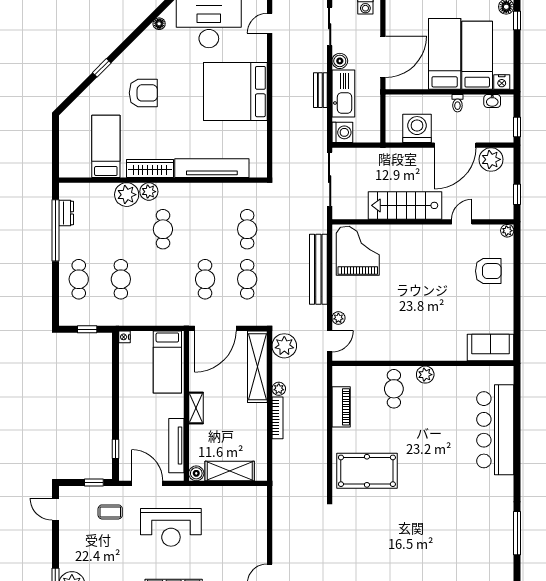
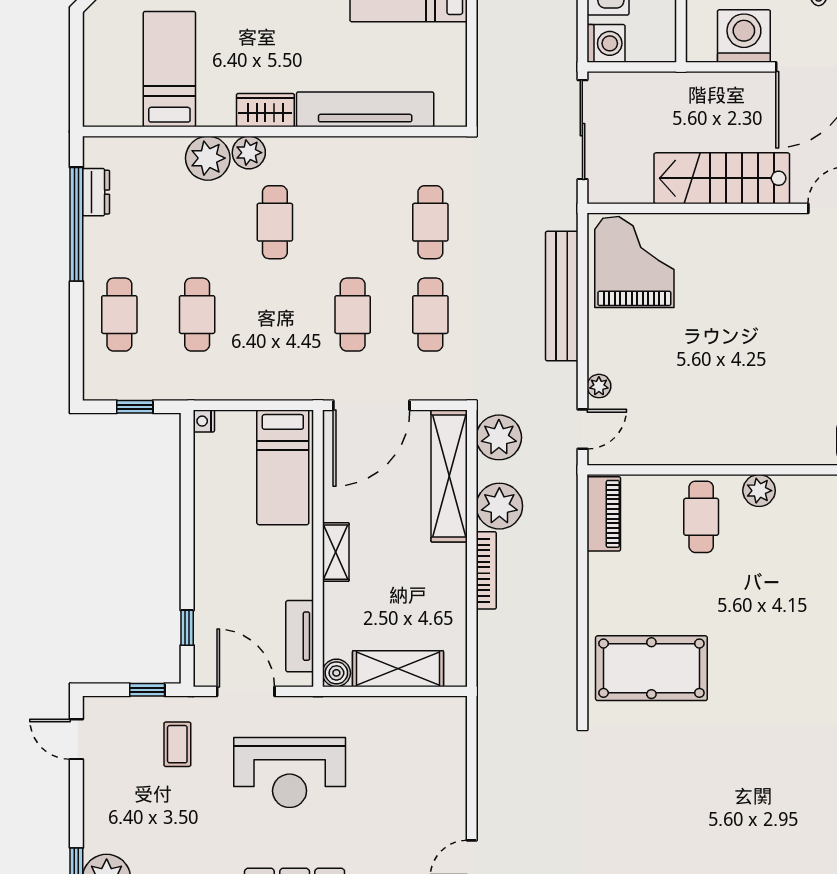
wardrobe: (150, 169) -> (265, 110), width x0.67
plant: (279, 389) -> (499, 506), width x1.88, depth x1.88
piano: (341, 407) -> (604, 514), moved
tv unit: (176, 446) -> (300, 636), width x0.71
coffee table: (110, 512) -> (177, 744), turned 90

